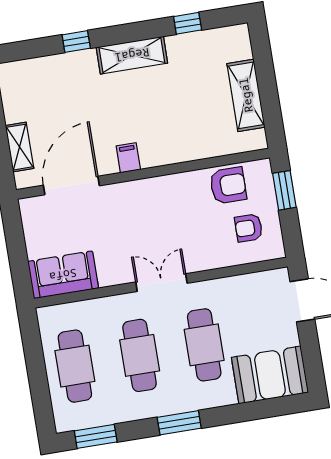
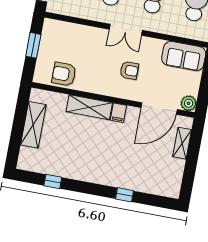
shelving: (132, 55) -> (89, 107), moved
window: (284, 190) -> (33, 45), moved
plant: (31, 209) -> (189, 103), added
armchair: (249, 228) -> (129, 70), moved

